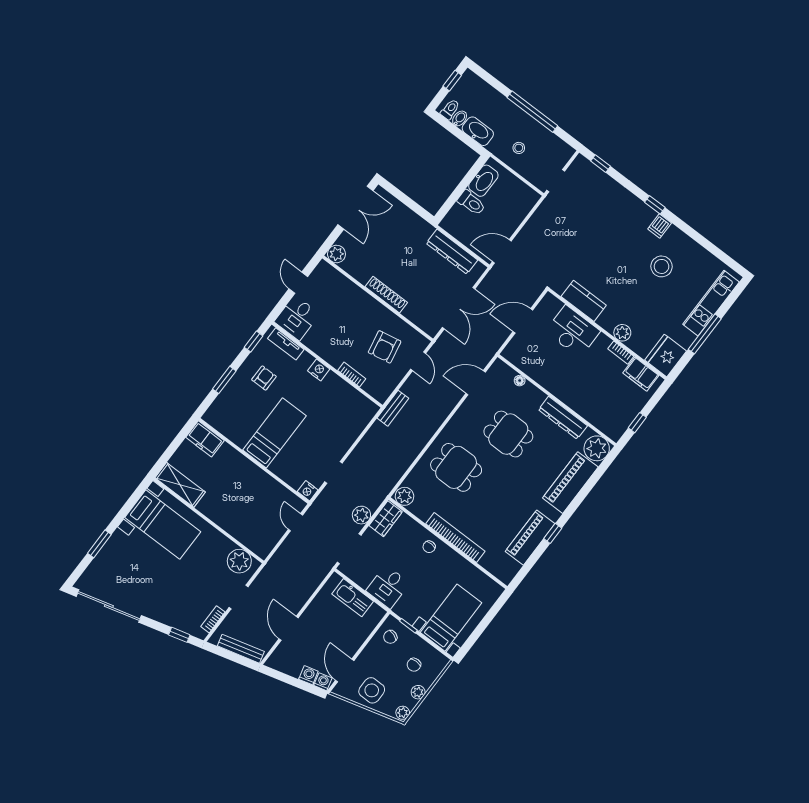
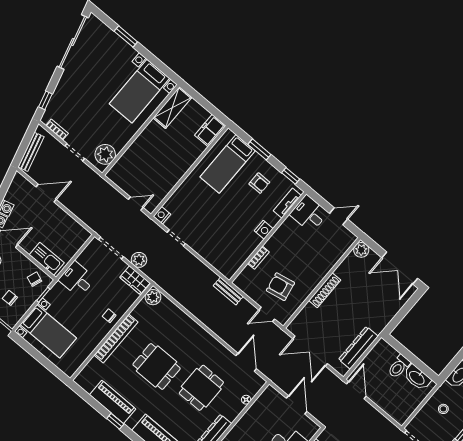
bed: (274, 433) -> (228, 164), moved, turned 90
dining table: (456, 467) -> (157, 366), moved, turned 90
kitchen sink: (353, 598) -> (47, 259), moved, turned 90

